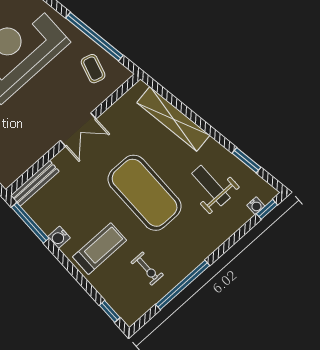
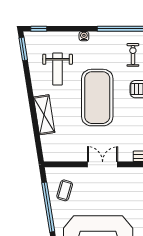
shelving: (173, 119) -> (44, 115), width x0.68
window: (247, 160) -> (23, 49), moved
water cooler: (256, 206) -> (84, 36), moved

